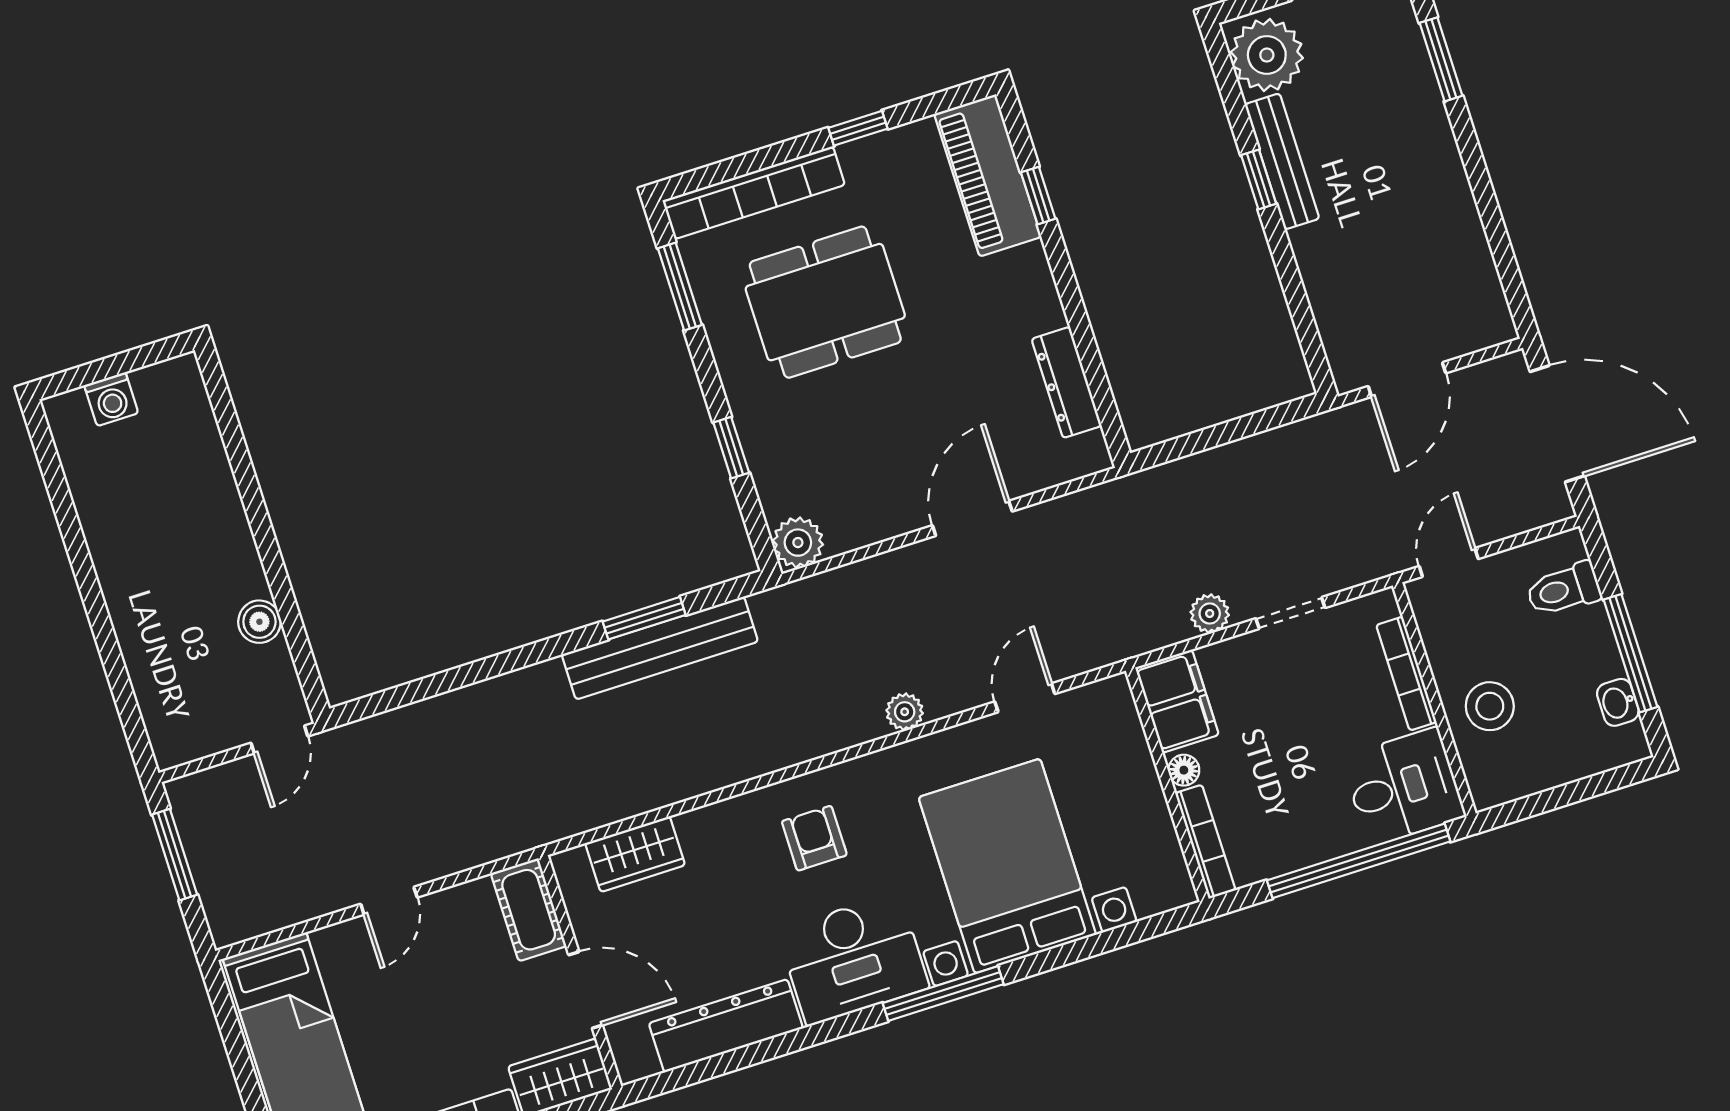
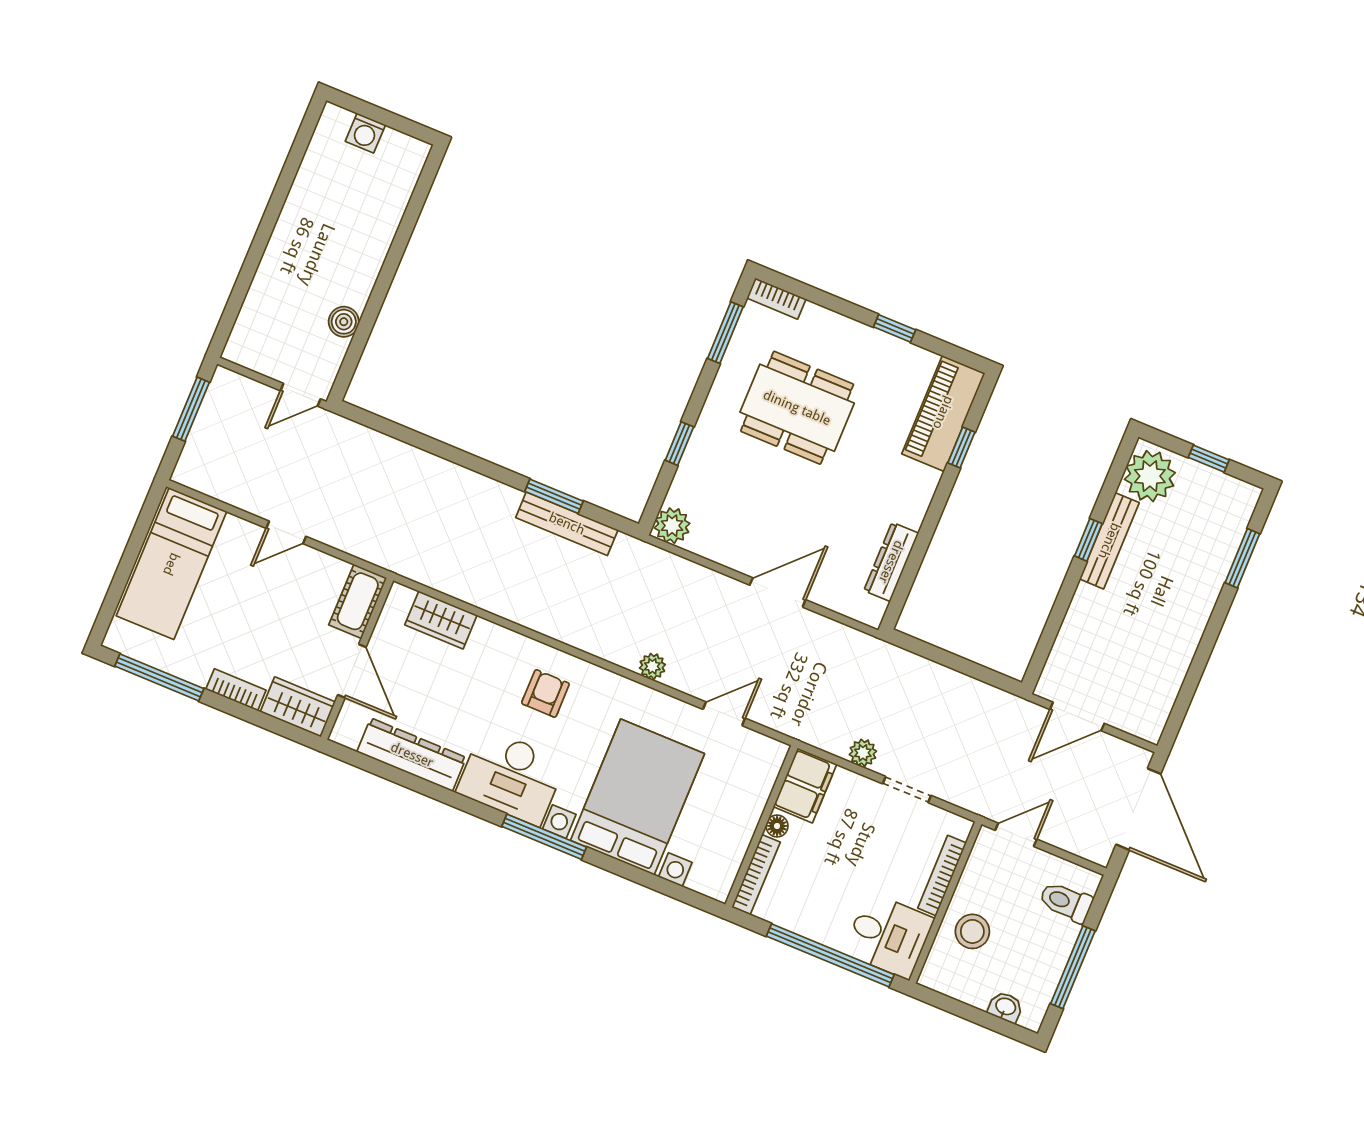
bookcase: (754, 193) -> (776, 299), width x0.43, depth x0.76
bench: (660, 648) -> (567, 524), width x0.73, depth x0.82
washbasin: (1618, 702) -> (1005, 1007), moved, turned 90

